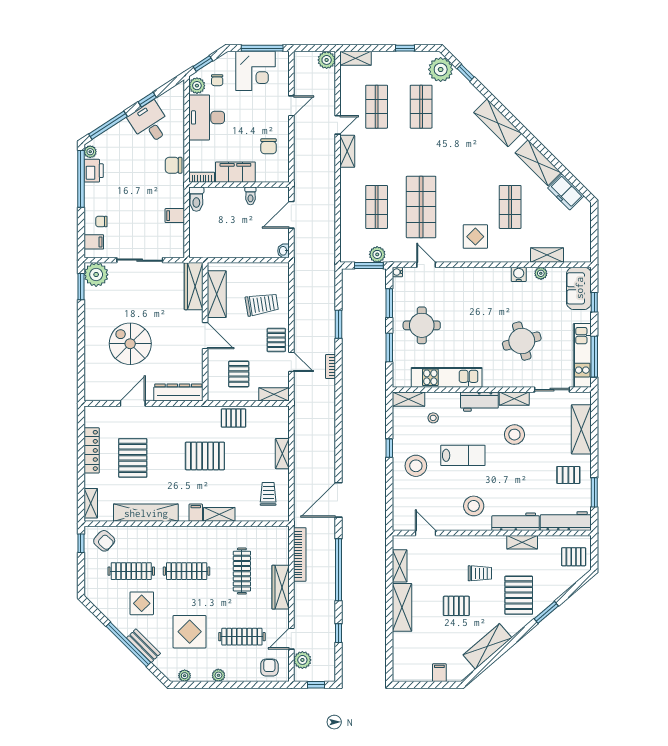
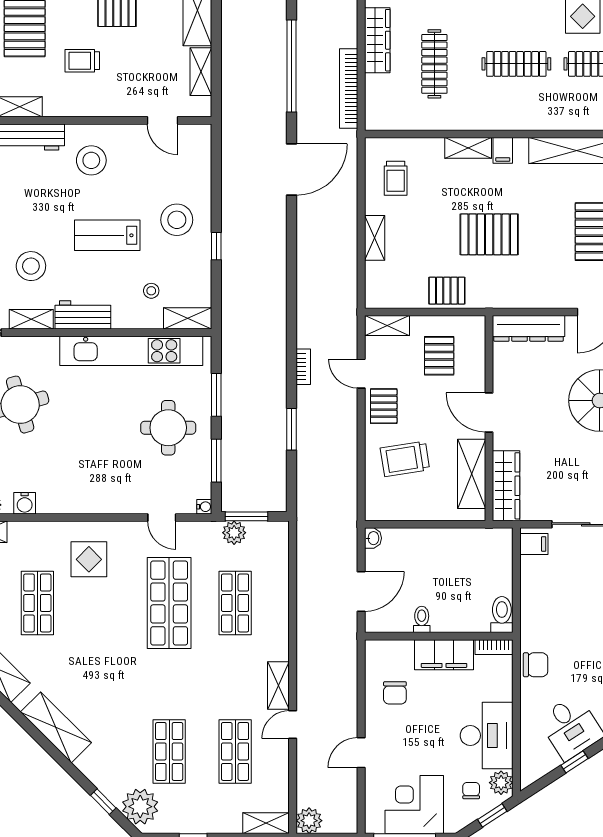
chair: (269, 146) -> (395, 693), turned 180
filing cabinet: (175, 216) -> (534, 544), moved
kitchen unit: (447, 377) -> (131, 351), width x1.36

